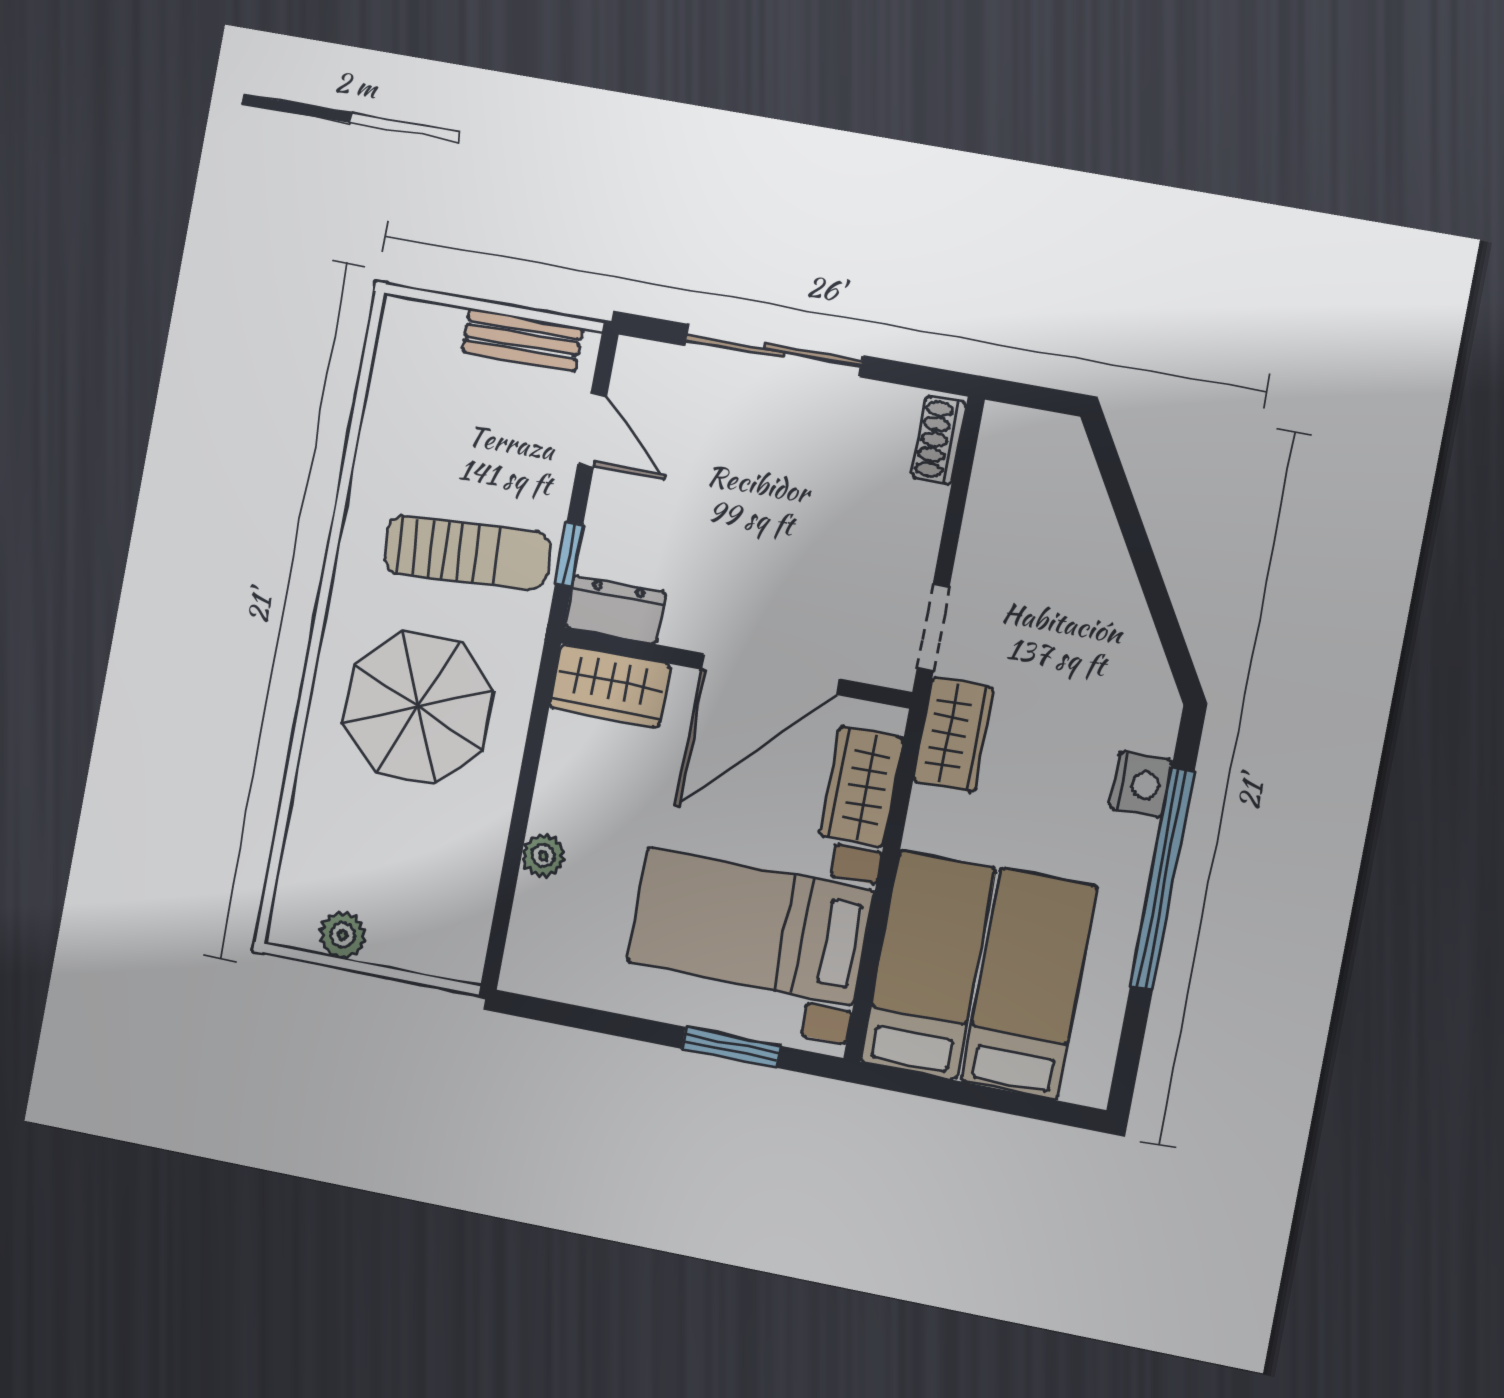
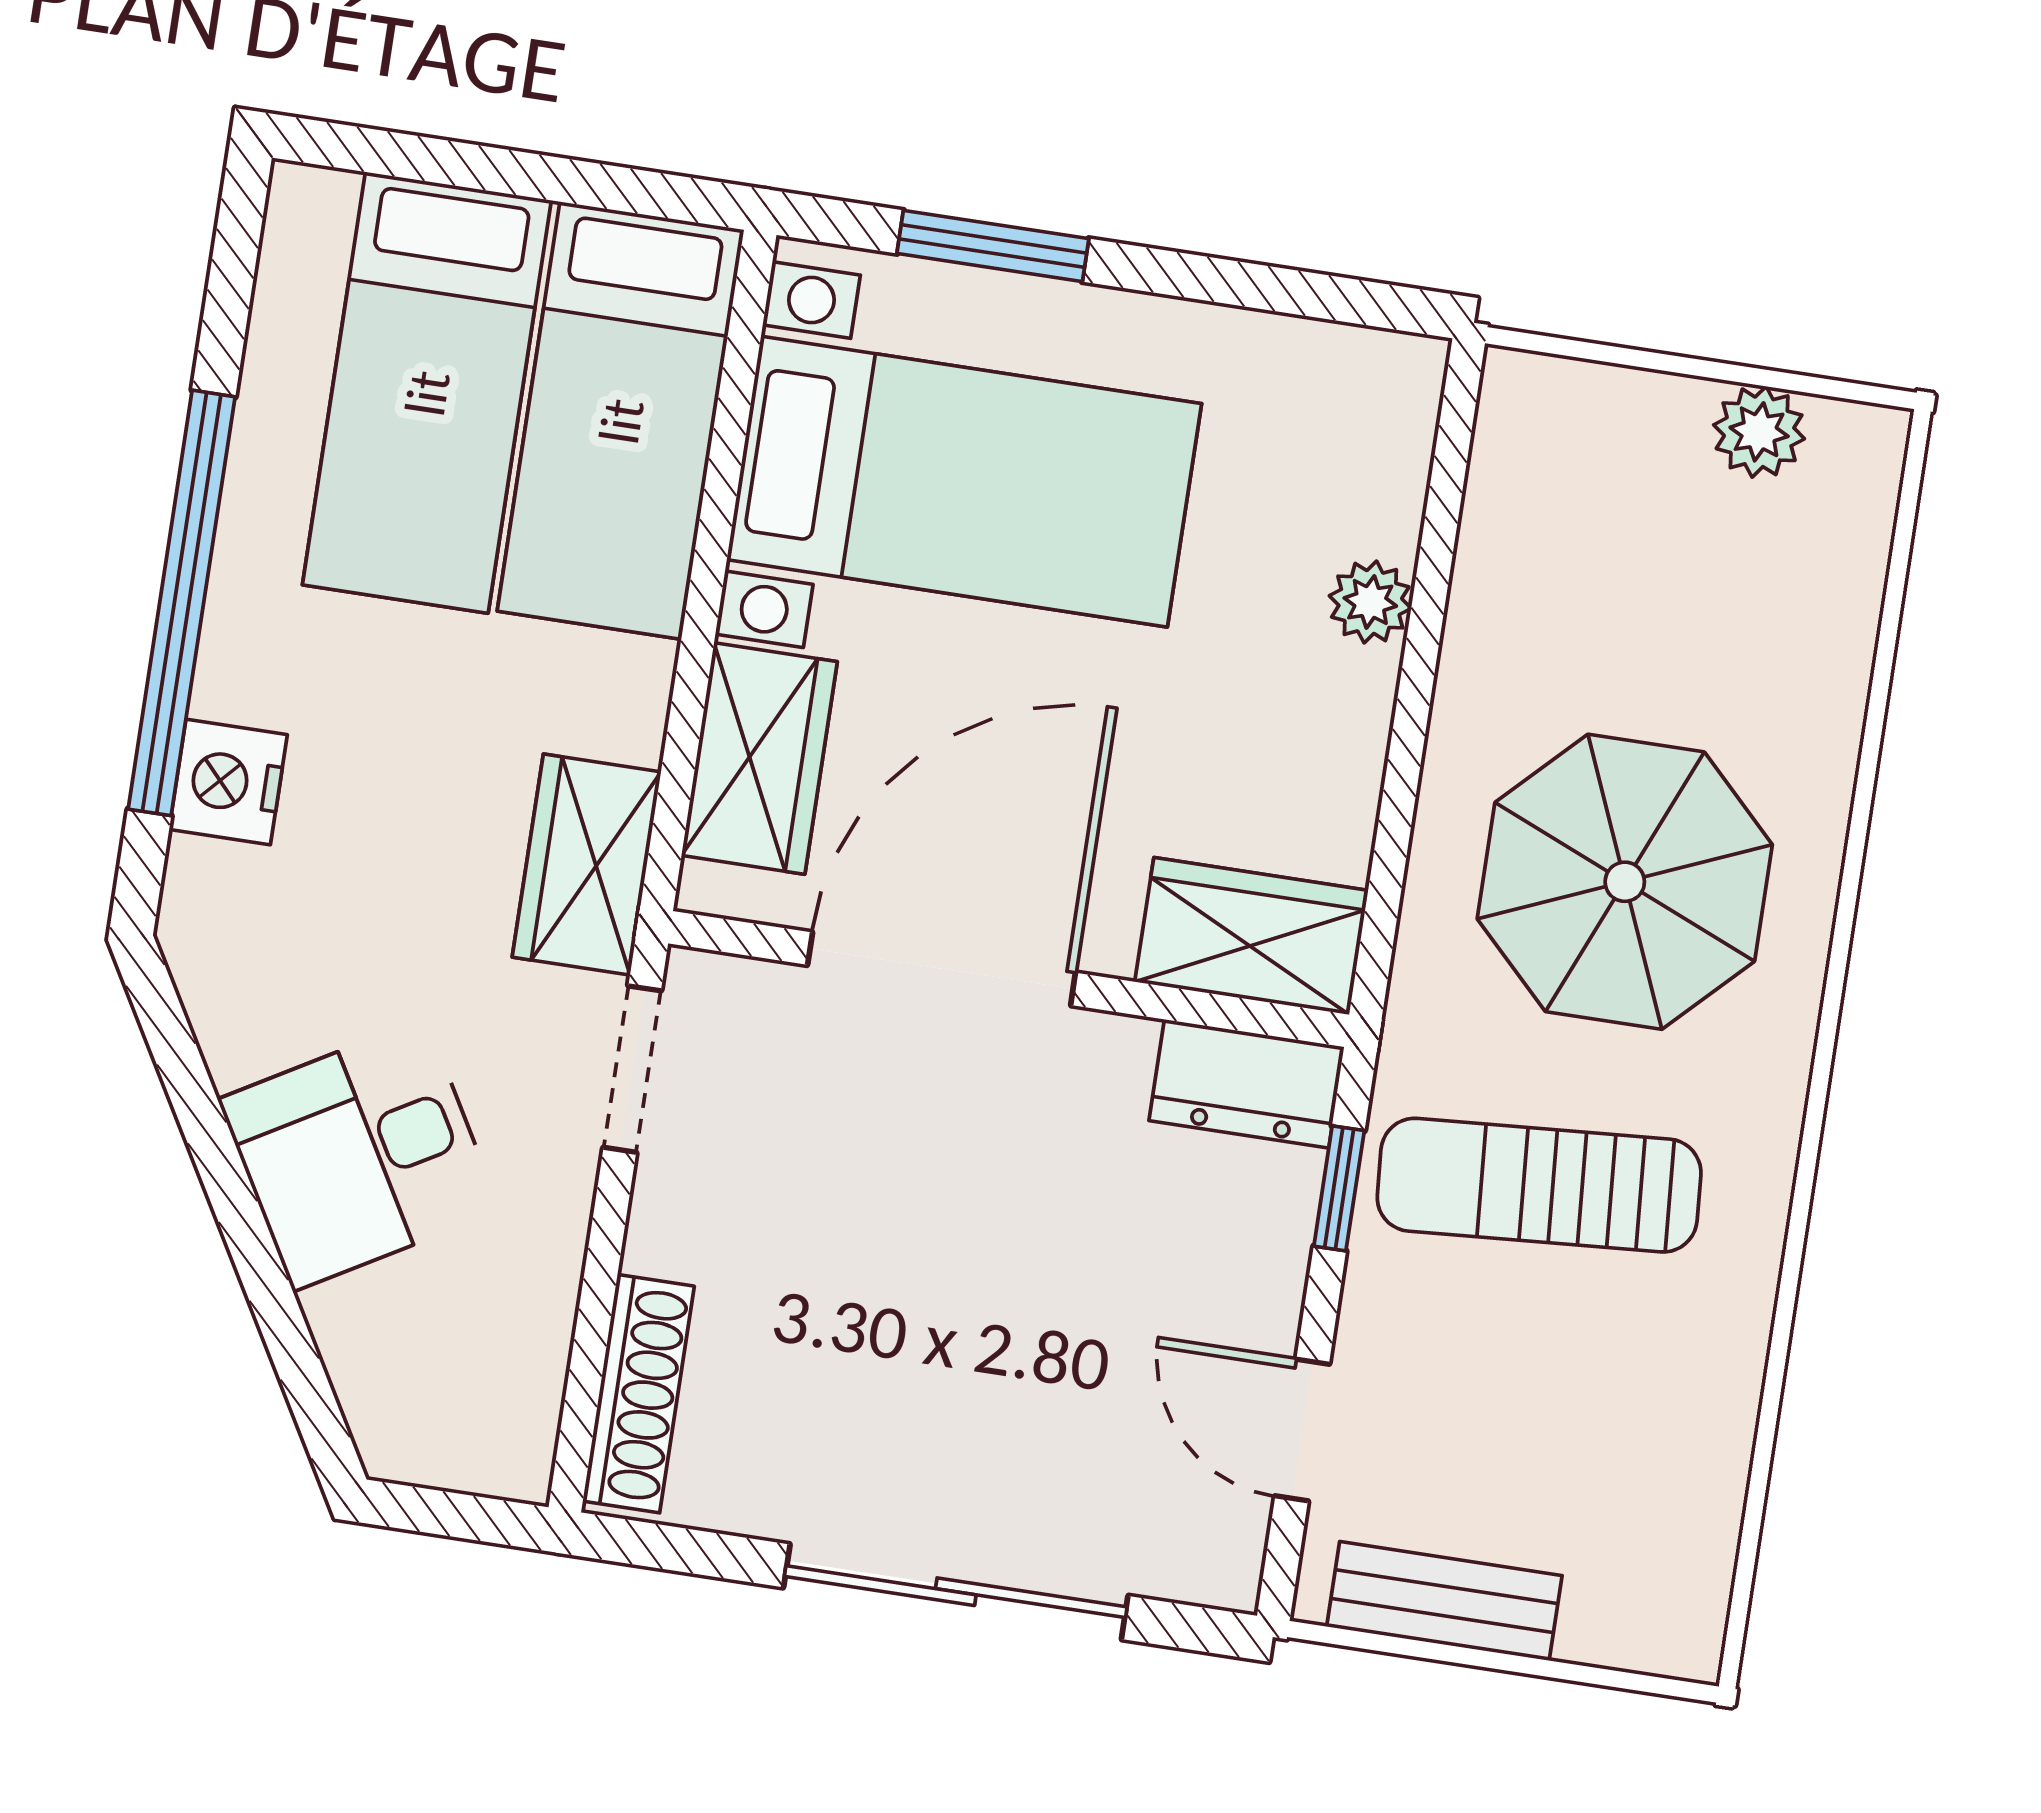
shoe rack: (939, 440) -> (638, 1394), width x1.43
desk: (1078, 587) -> (359, 1155), added

